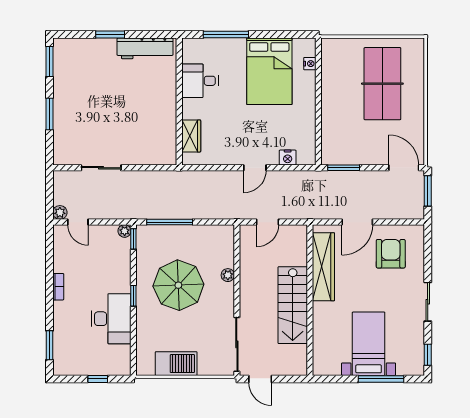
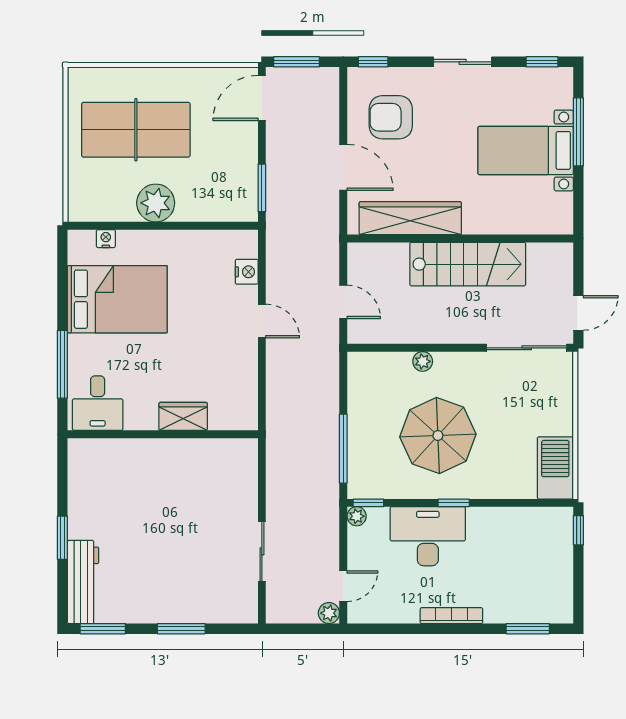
workbench: (145, 48) -> (83, 582), moved
desk: (200, 81) -> (98, 403), moved
plant: (334, 97) -> (156, 203), added
wardrobe: (191, 136) -> (183, 416), moved
window: (428, 242) -> (373, 62), added
bookcase: (58, 287) -> (451, 616), width x1.56
desk: (111, 319) -> (428, 536), moved
barbecue: (176, 364) -> (555, 468), moved
window: (98, 379) -> (578, 530), moved

